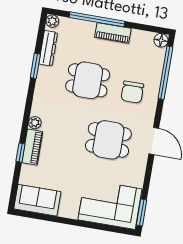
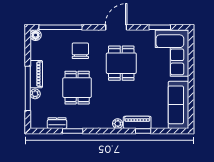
plant: (52, 21) -> (35, 94), moved
dresser: (48, 48) -> (57, 123), width x0.70
chair: (132, 92) -> (80, 51), turned -90
sofa: (37, 200) -> (178, 105), width x1.36
window: (142, 213) -> (160, 27), moved

